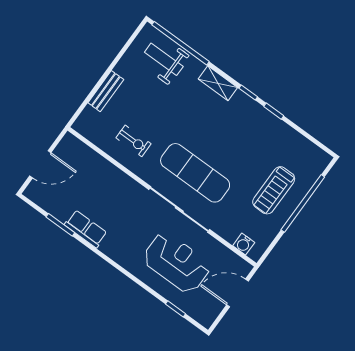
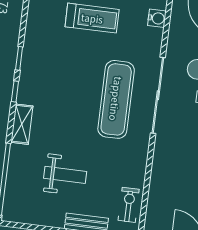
weight bench: (164, 59) -> (65, 175), moved, turned -90
exercise bike: (134, 141) -> (129, 205), moved

